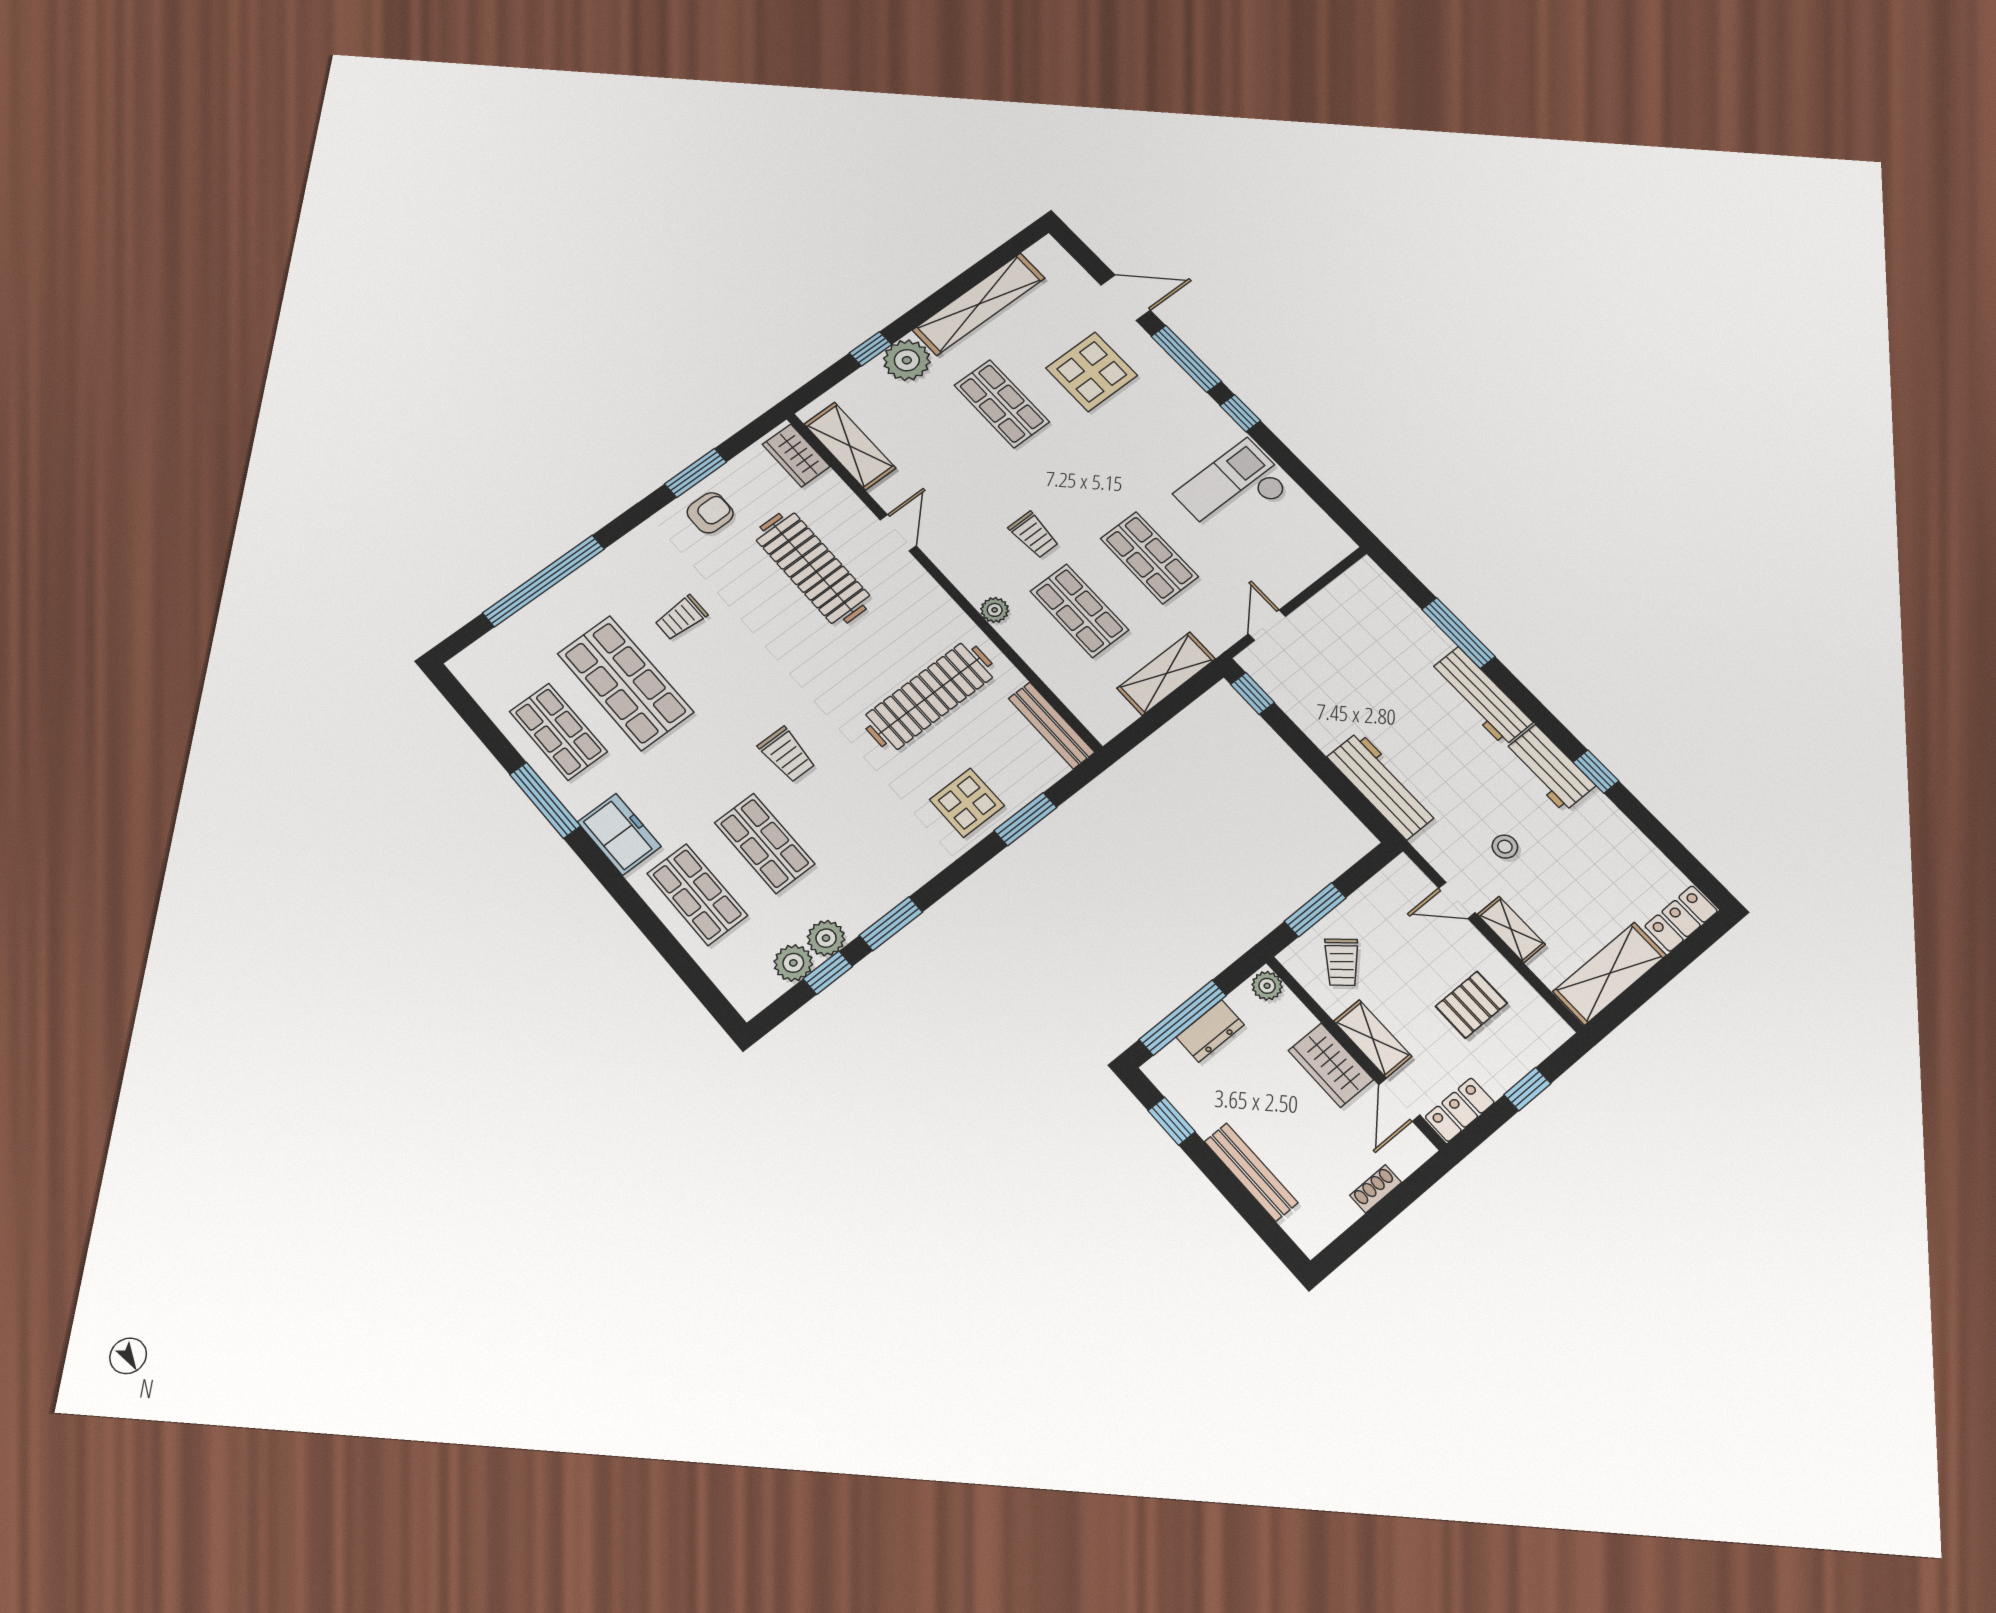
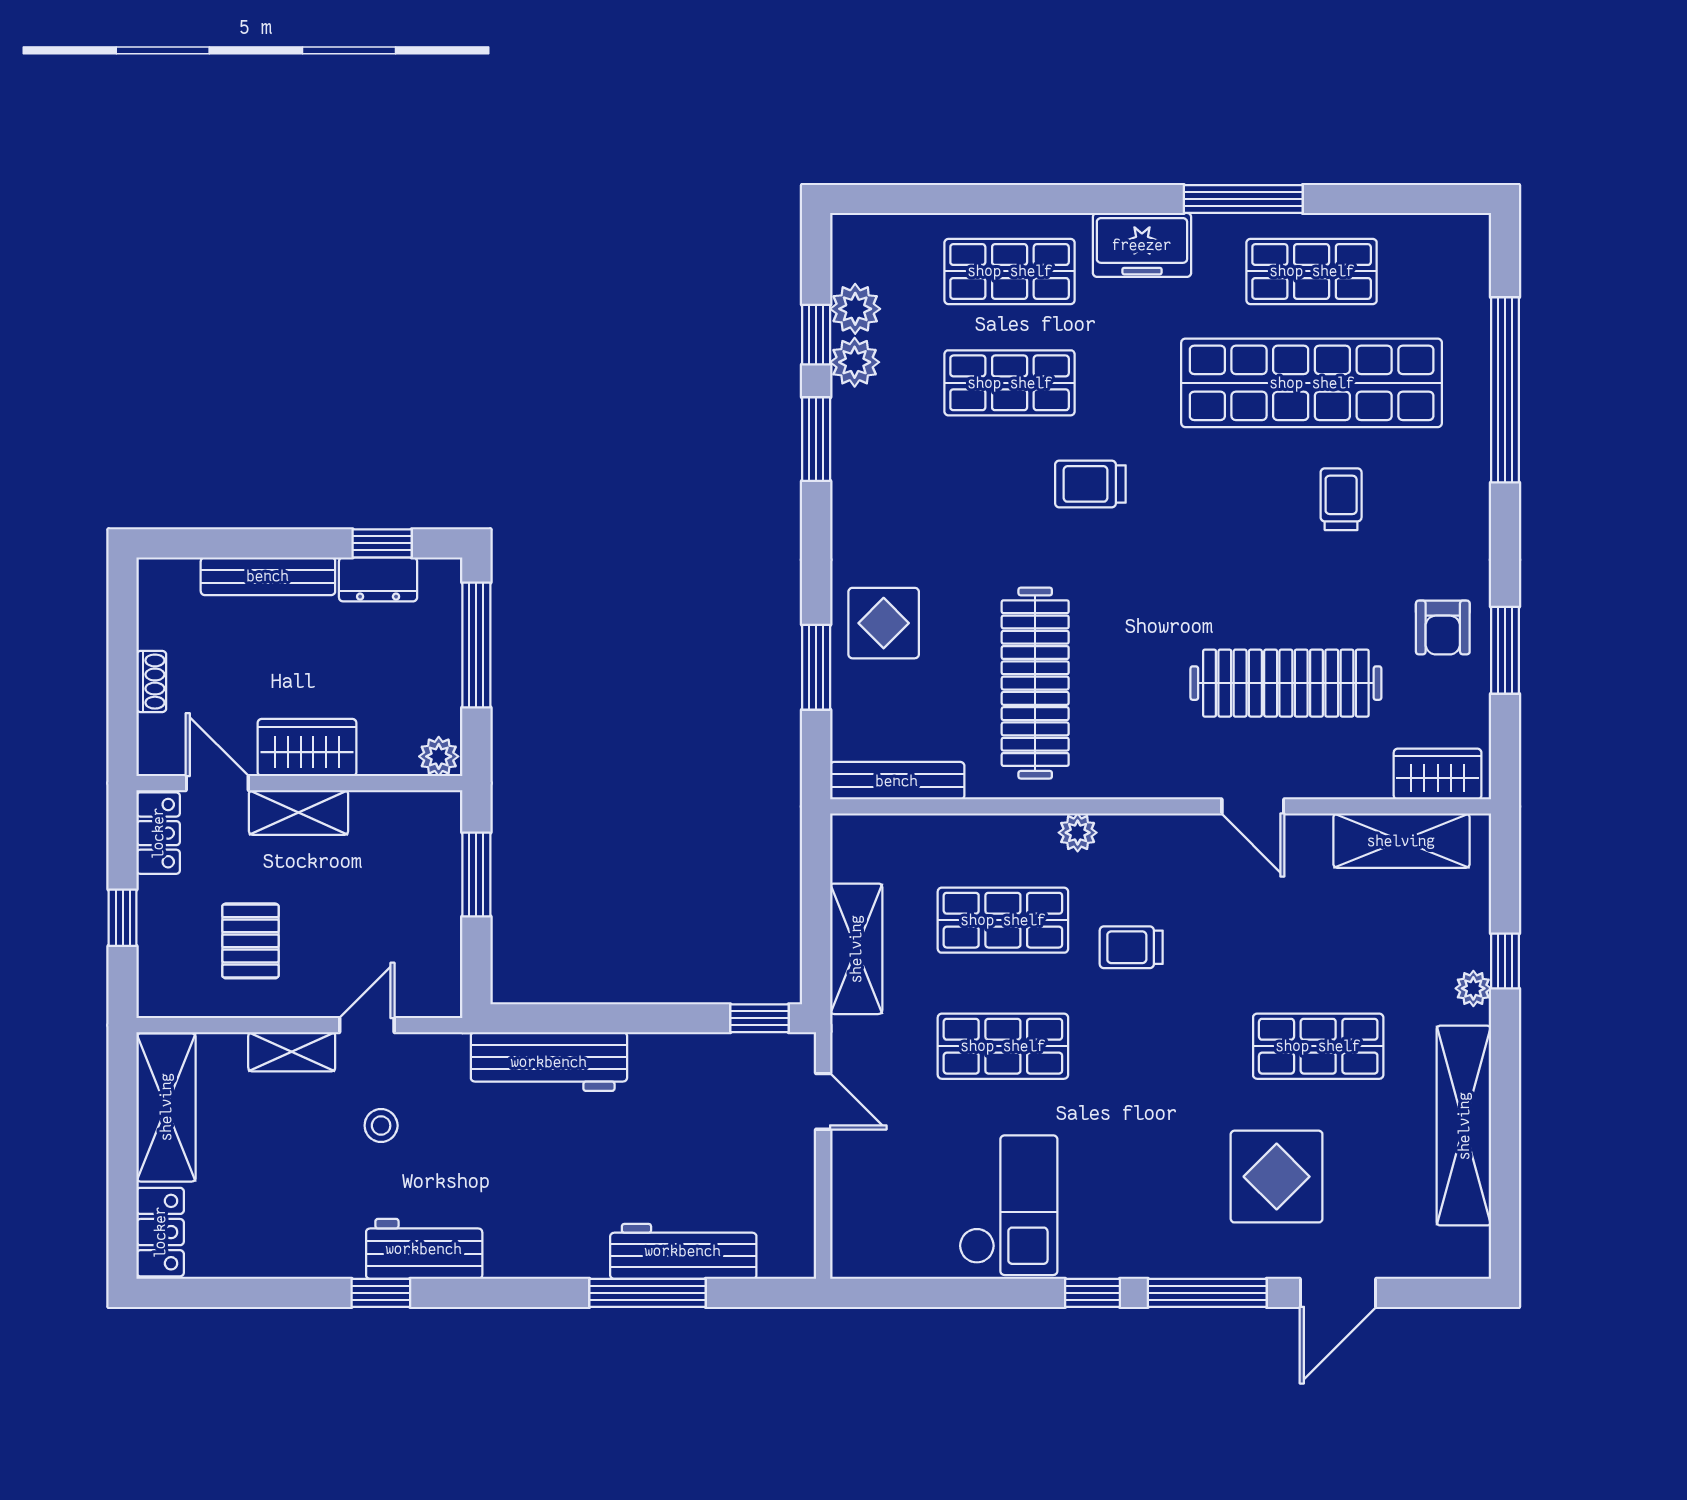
plant: (907, 360) -> (1473, 988), width x0.53, depth x0.53
shop shelf: (625, 683) -> (1312, 383), width x1.40
workbench: (1481, 696) -> (683, 1251), moved
trolley: (1342, 962) -> (400, 852), removed
dresser: (1210, 1031) -> (378, 579), moved, turned -90

